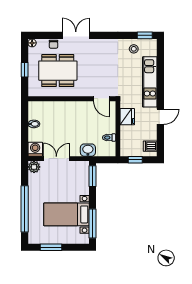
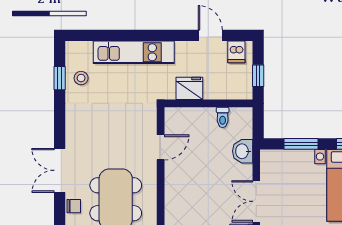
window: (145, 35) -> (60, 78), moved
door: (101, 99) -> (161, 147), moved
door: (160, 117) -> (210, 35), moved
window: (93, 176) -> (301, 144), moved

